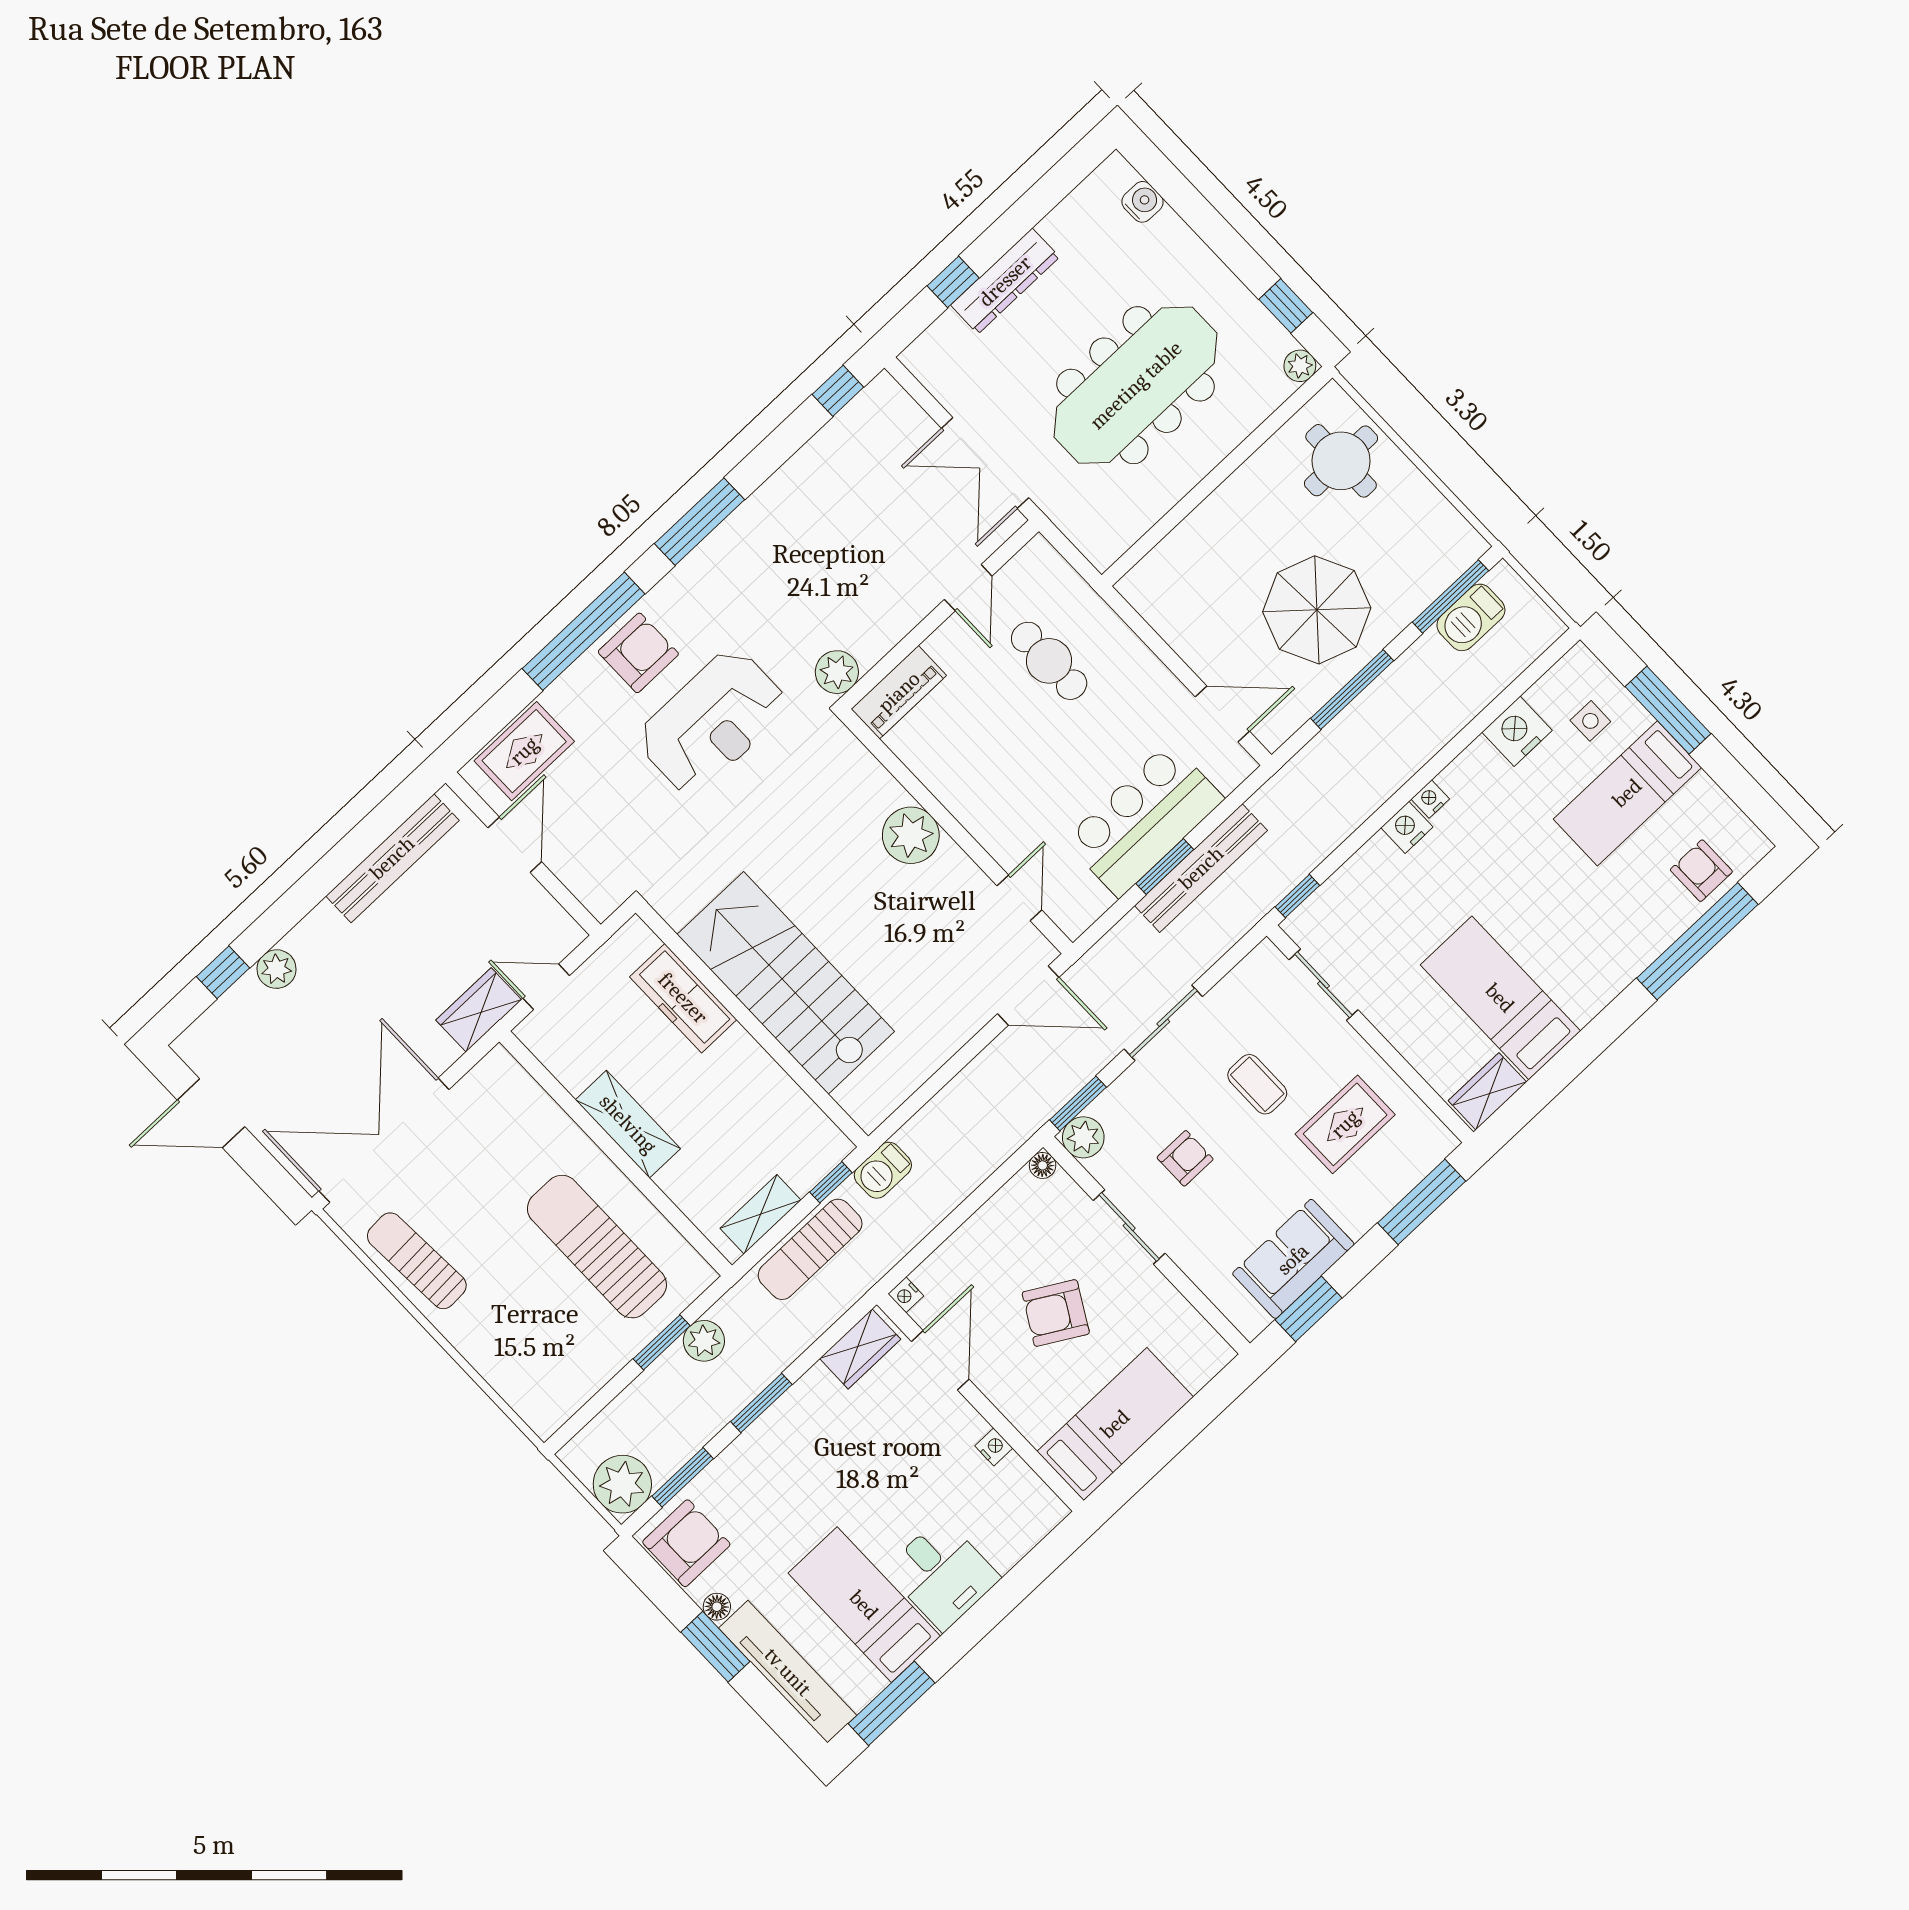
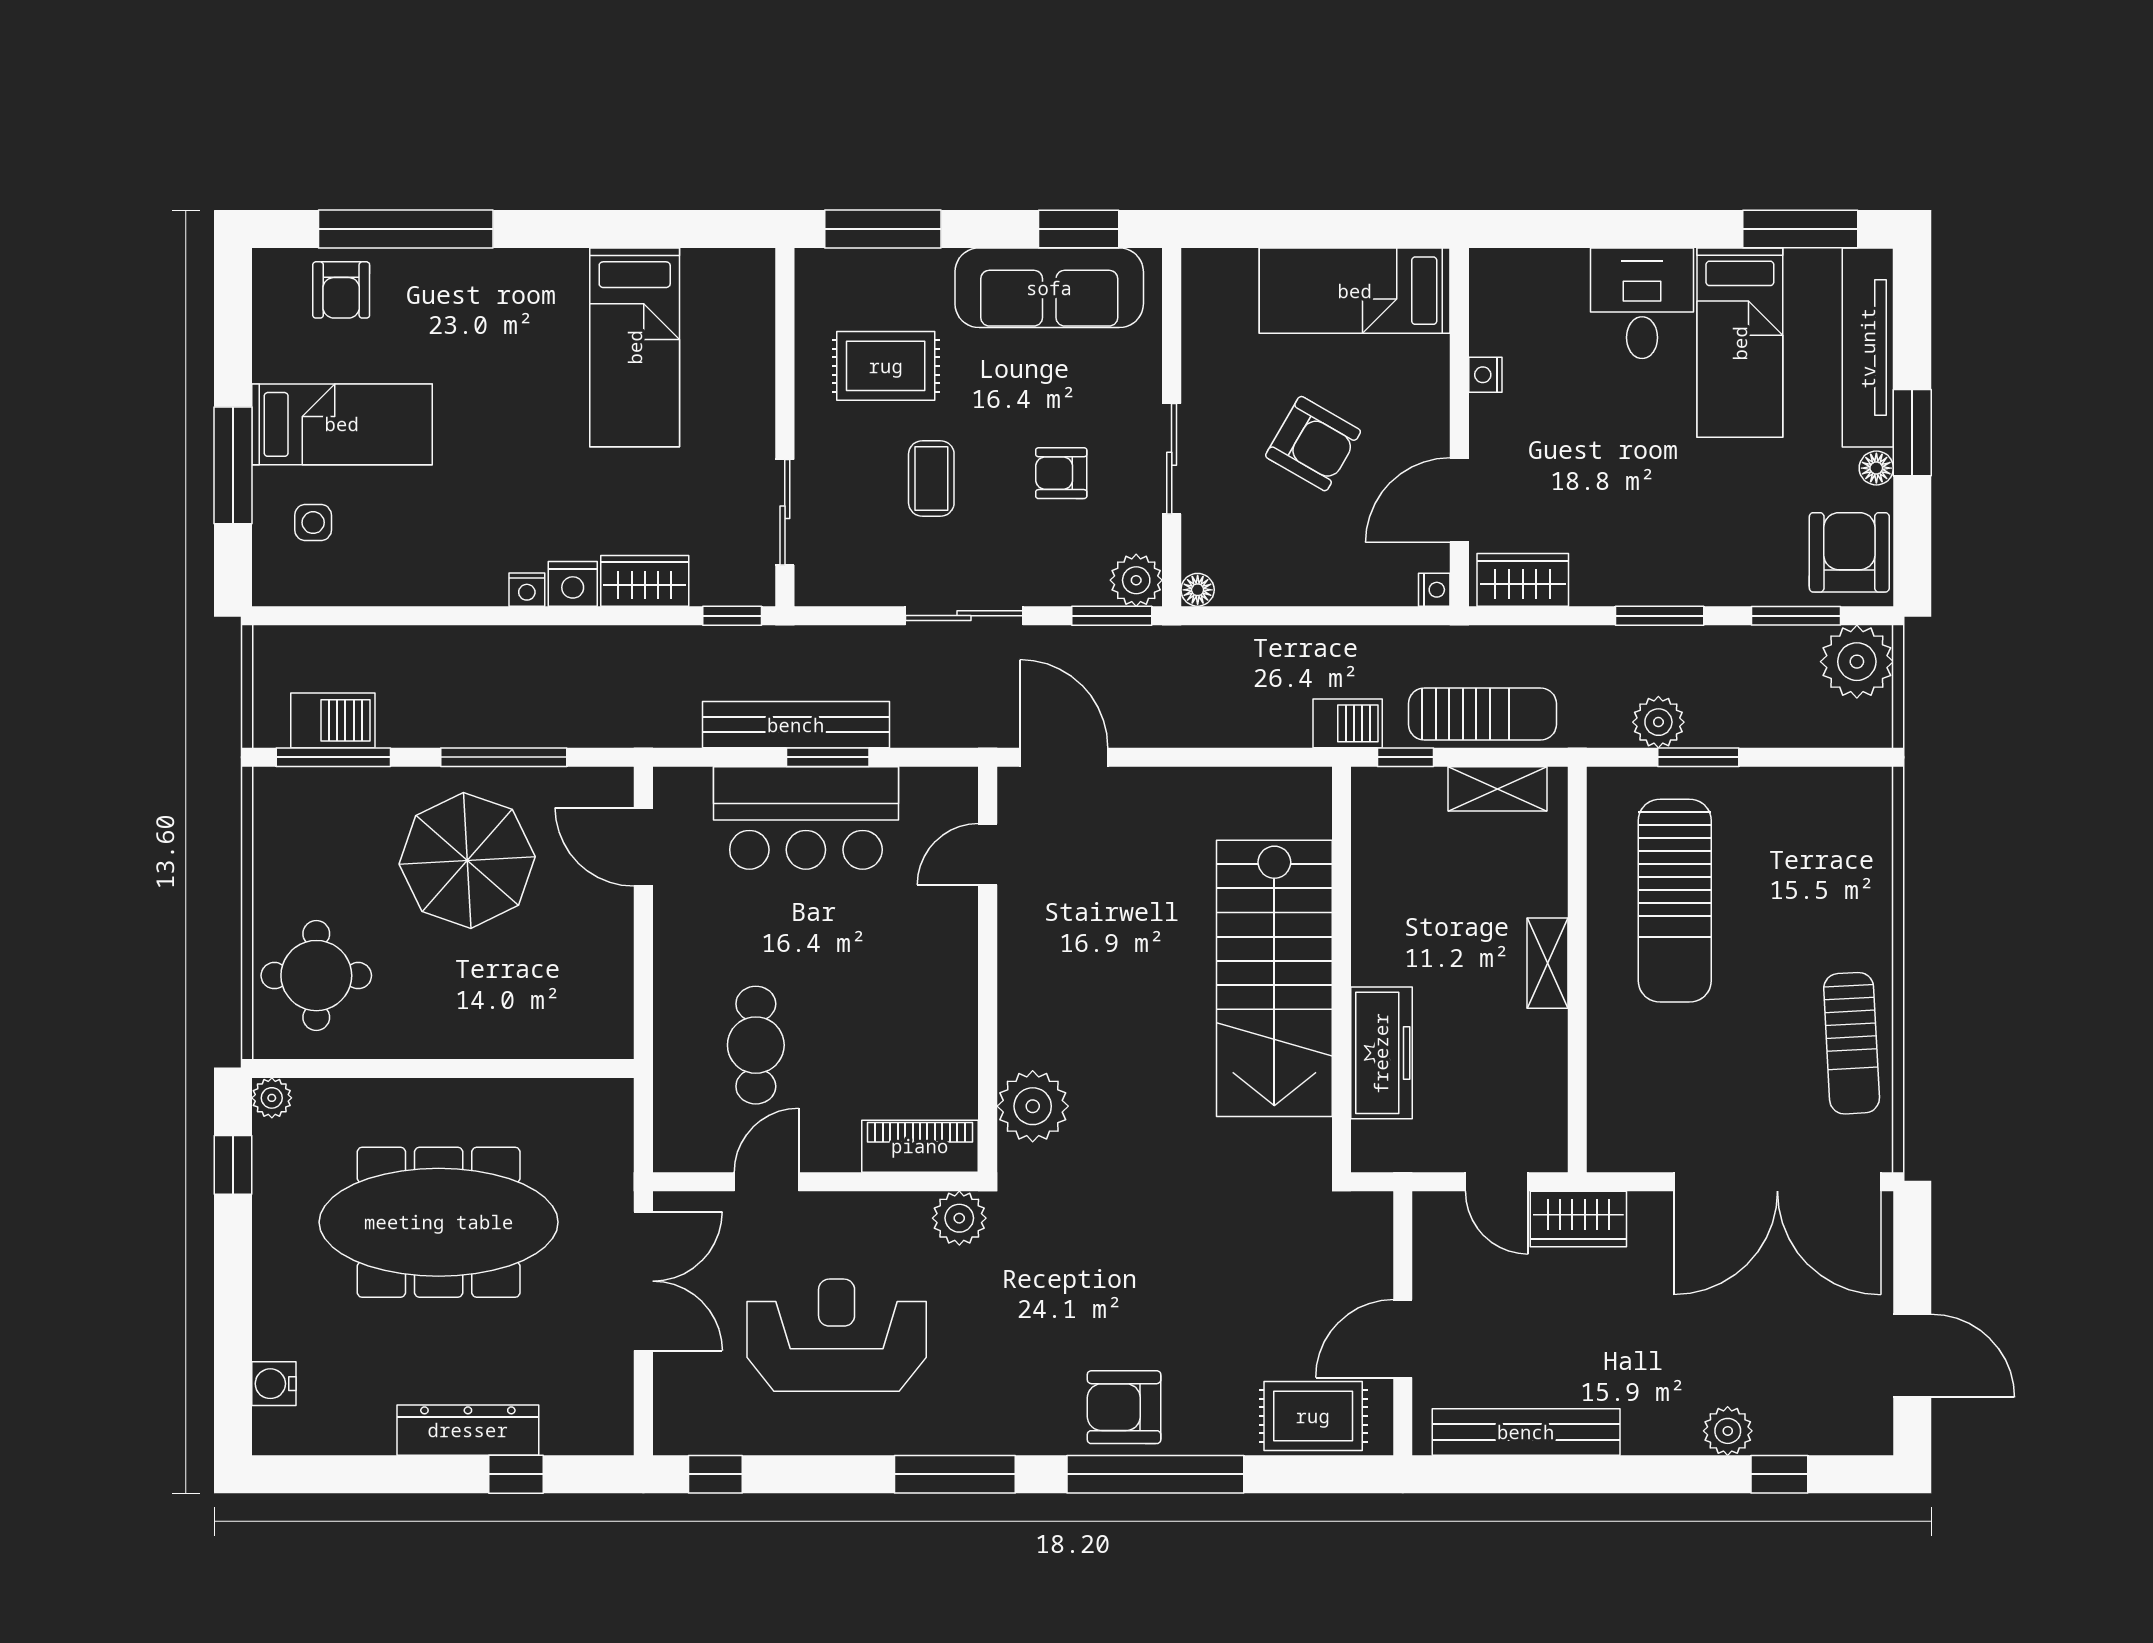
reception desk: (712, 722) -> (837, 1335), moved
nightstand: (1517, 731) -> (389, 577), removed
plant: (911, 835) -> (1033, 1106), moved
wardrobe: (1487, 1091) -> (645, 581), moved, turned 180
shelving: (628, 1124) -> (1548, 963), width x0.67, depth x0.75
sofa: (1293, 1259) -> (1049, 288), width x1.36
armchair: (686, 1543) -> (1849, 552), turned 90

